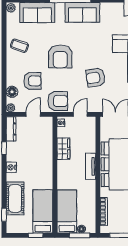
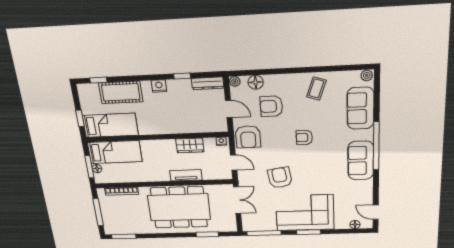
armchair: (60, 56) -> (304, 137), width x0.53, depth x0.53
armchair: (32, 81) -> (271, 106), turned 90
tv unit: (91, 166) -> (186, 175), moved

